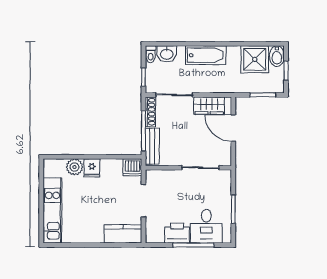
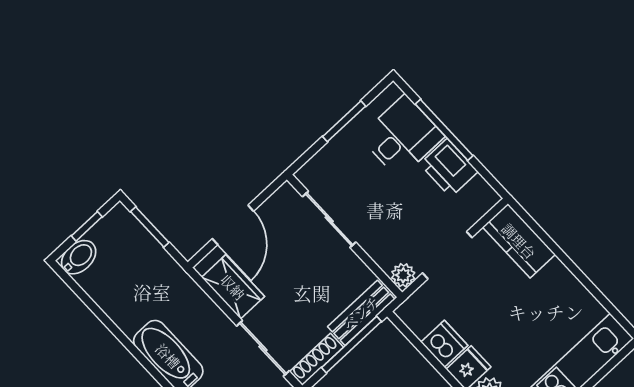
shower: (255, 59) -> (111, 284), removed
dishwasher: (132, 167) -> (444, 344), moved
plant: (152, 176) -> (403, 275), added

